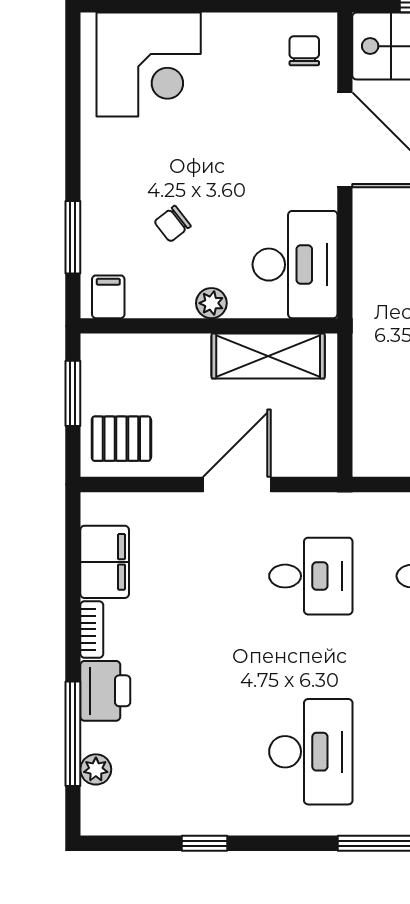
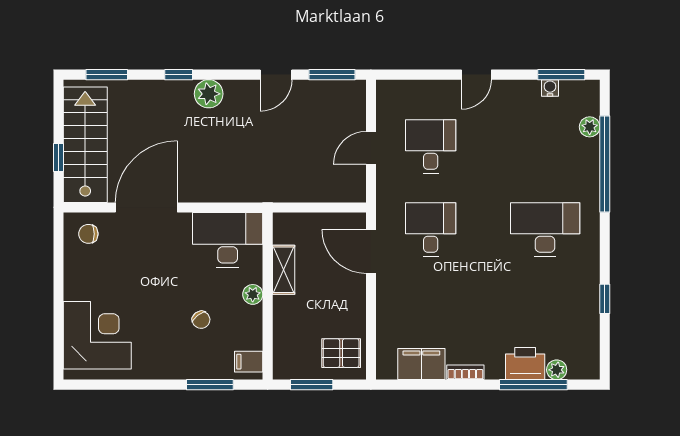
shelving: (268, 356) -> (284, 270), width x0.67, depth x0.75
pallet: (121, 439) -> (341, 353), turned 90
door: (237, 485) -> (371, 252), moved
printer: (105, 691) -> (525, 364), moved

